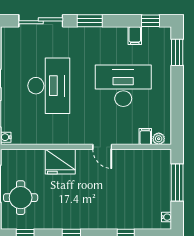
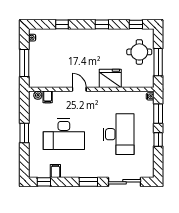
window: (177, 52) -> (24, 133), moved
desk: (49, 86) -> (119, 134), turned 180

